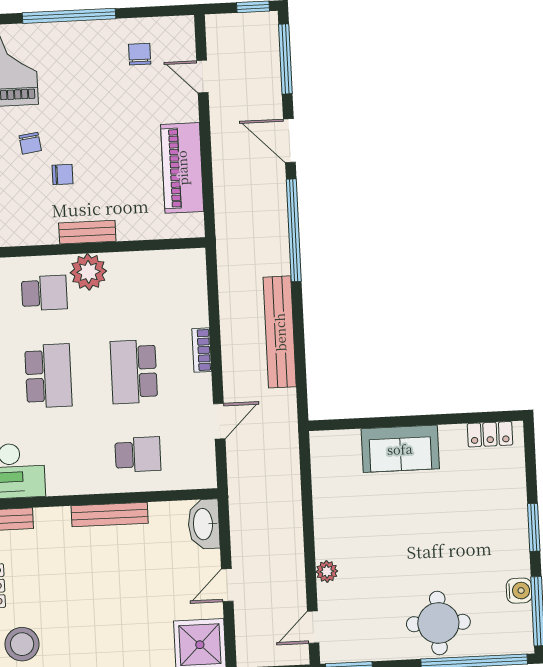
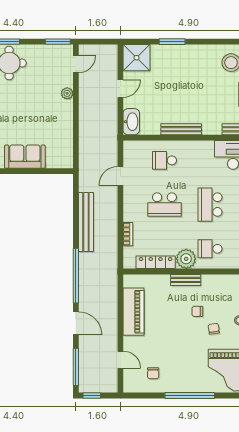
locker: (145, 263) -> (156, 262), added
bookcase: (202, 350) -> (128, 234), moved
school desk: (134, 372) -> (164, 205), turned 90

